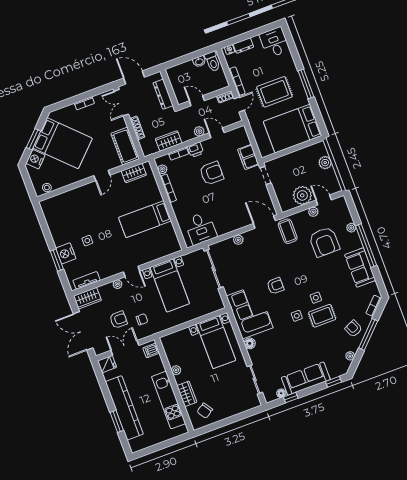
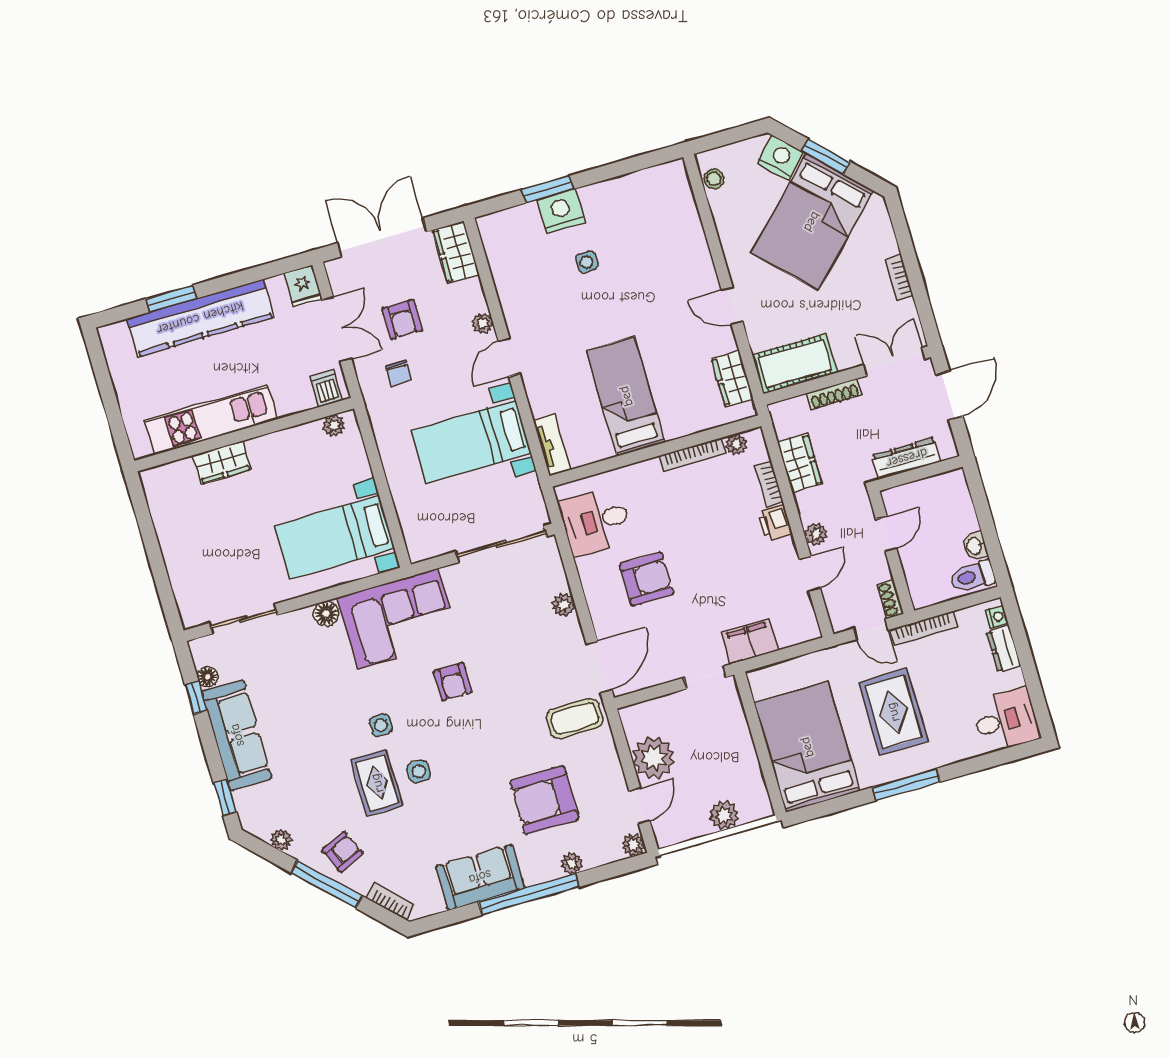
armchair: (212, 173) -> (646, 579), moved, turned -90
plant: (313, 212) -> (633, 845), moved
tv unit: (87, 280) -> (552, 445), moved
plant: (176, 370) -> (334, 426), moved
chair: (205, 411) -> (181, 500), removed

